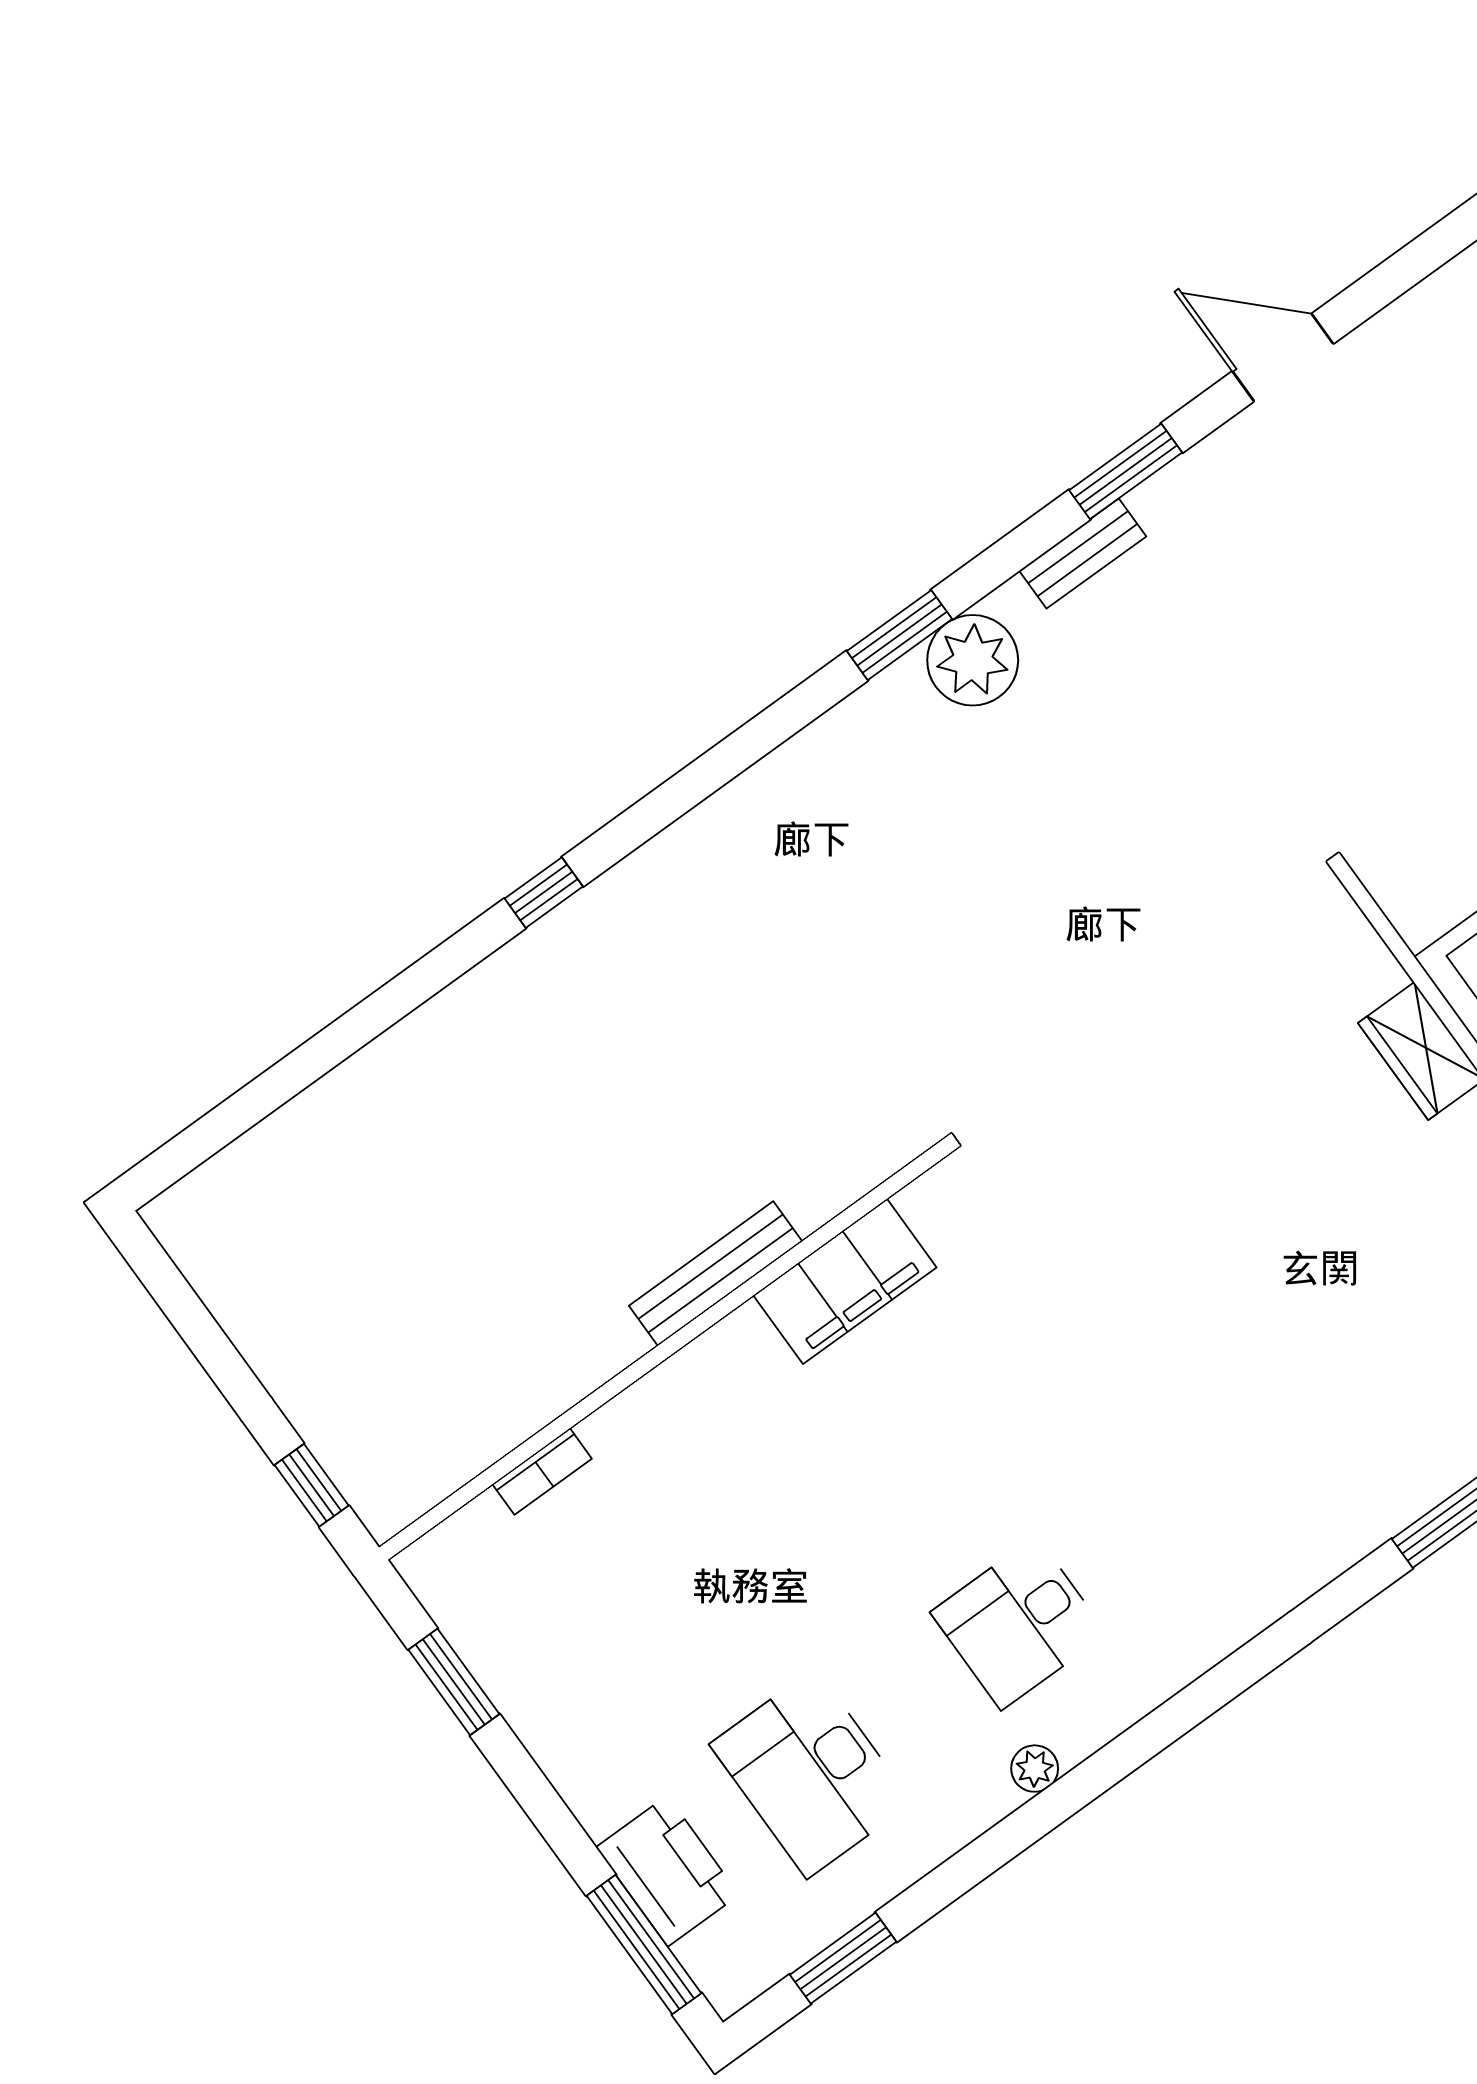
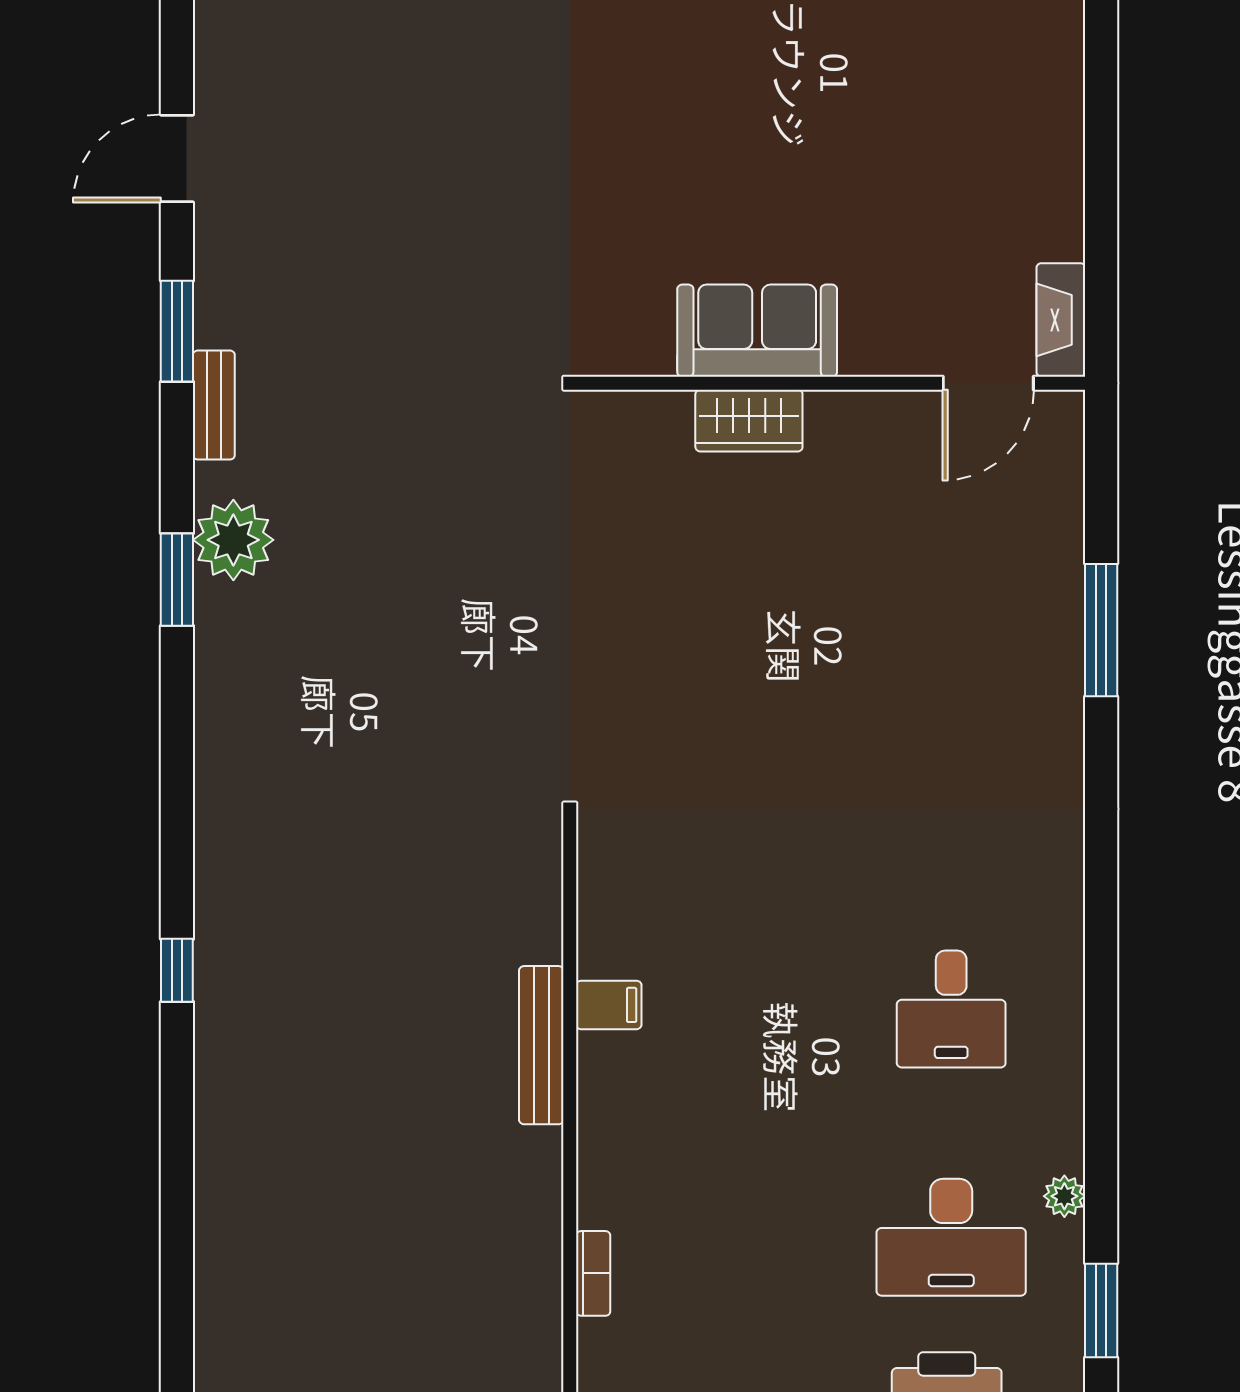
filing cabinet: (845, 1281) -> (609, 1005), width x0.33, depth x0.86
plant: (1035, 1769) -> (1064, 1196), moved

